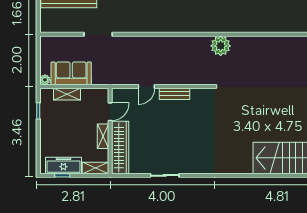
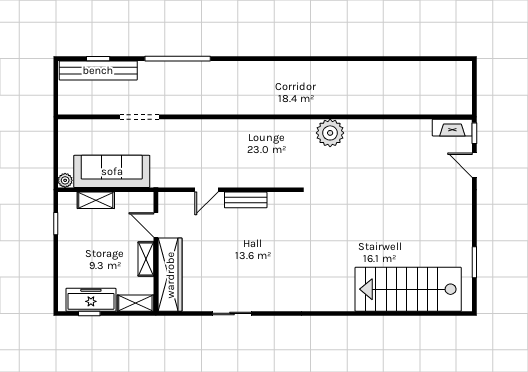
plant: (221, 46) -> (330, 133), moved
sofa: (71, 73) -> (112, 171), width x1.36
door: (110, 112) -> (156, 225), swing flipped

